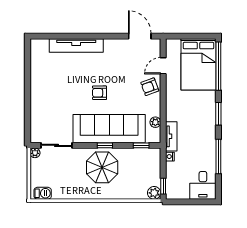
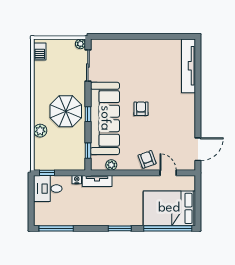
tv unit: (76, 45) -> (189, 66), moved
window: (218, 156) -> (56, 228), moved
desk: (203, 185) -> (48, 189), moved
plant: (154, 193) -> (40, 131), moved

